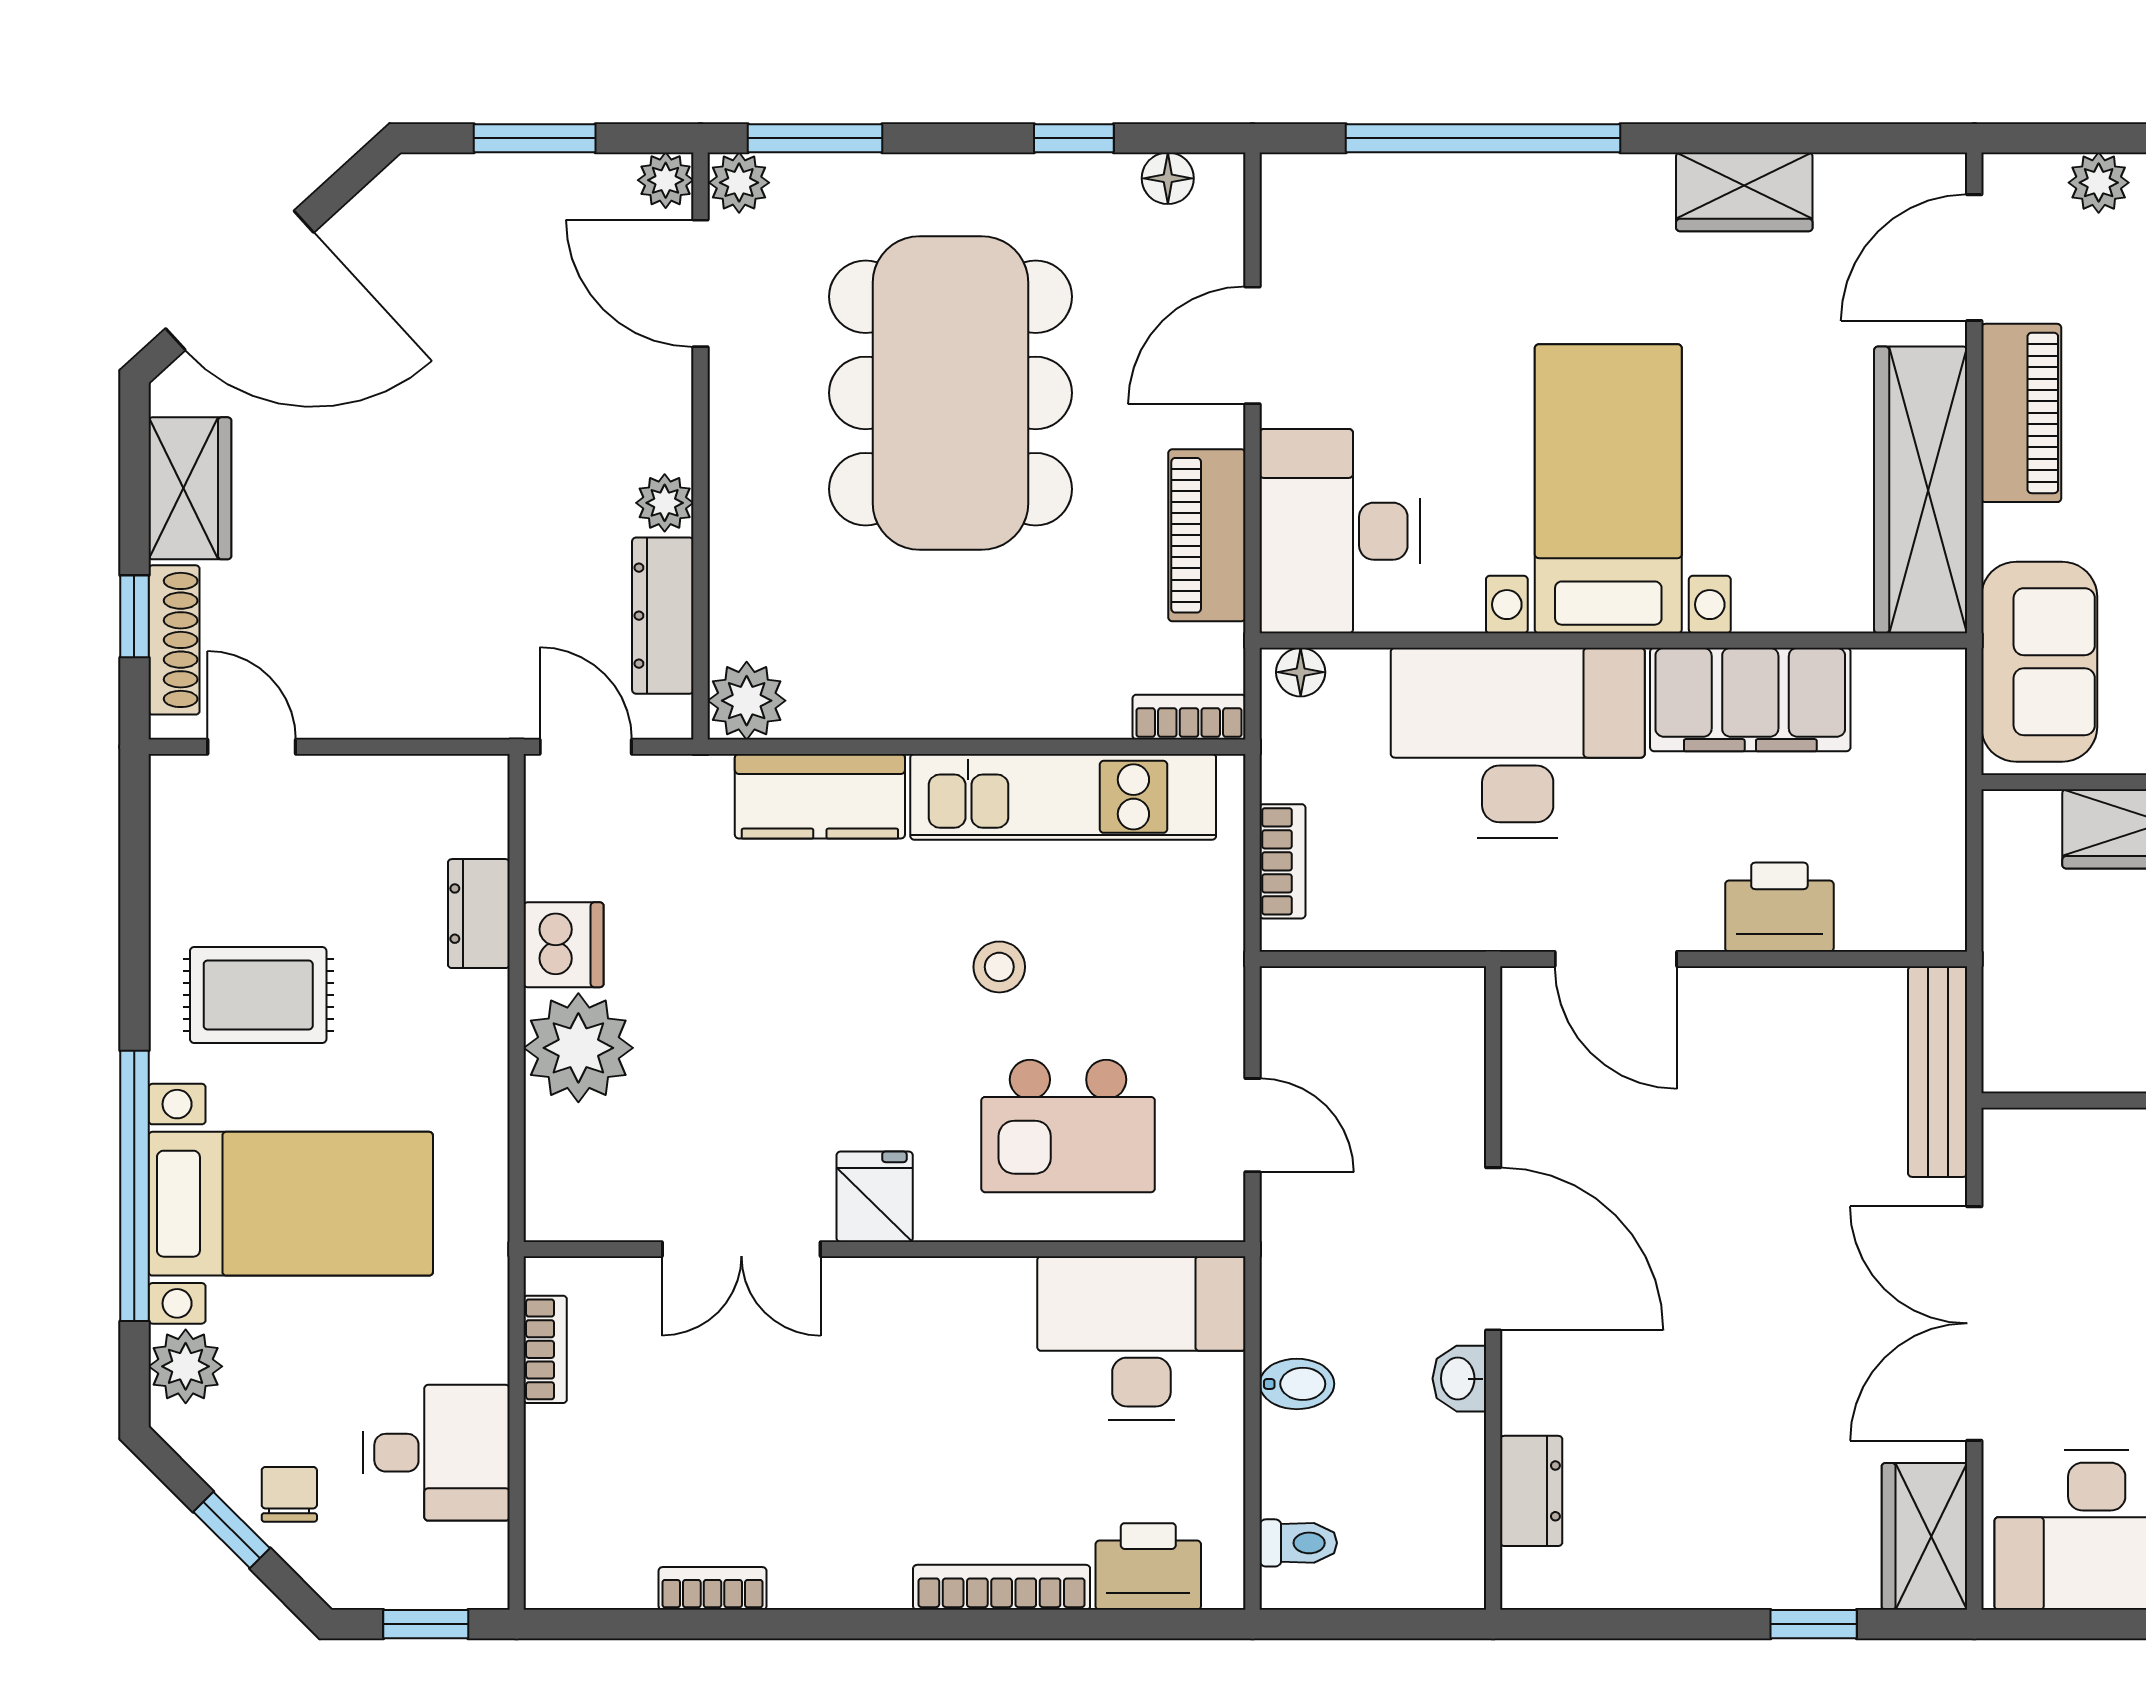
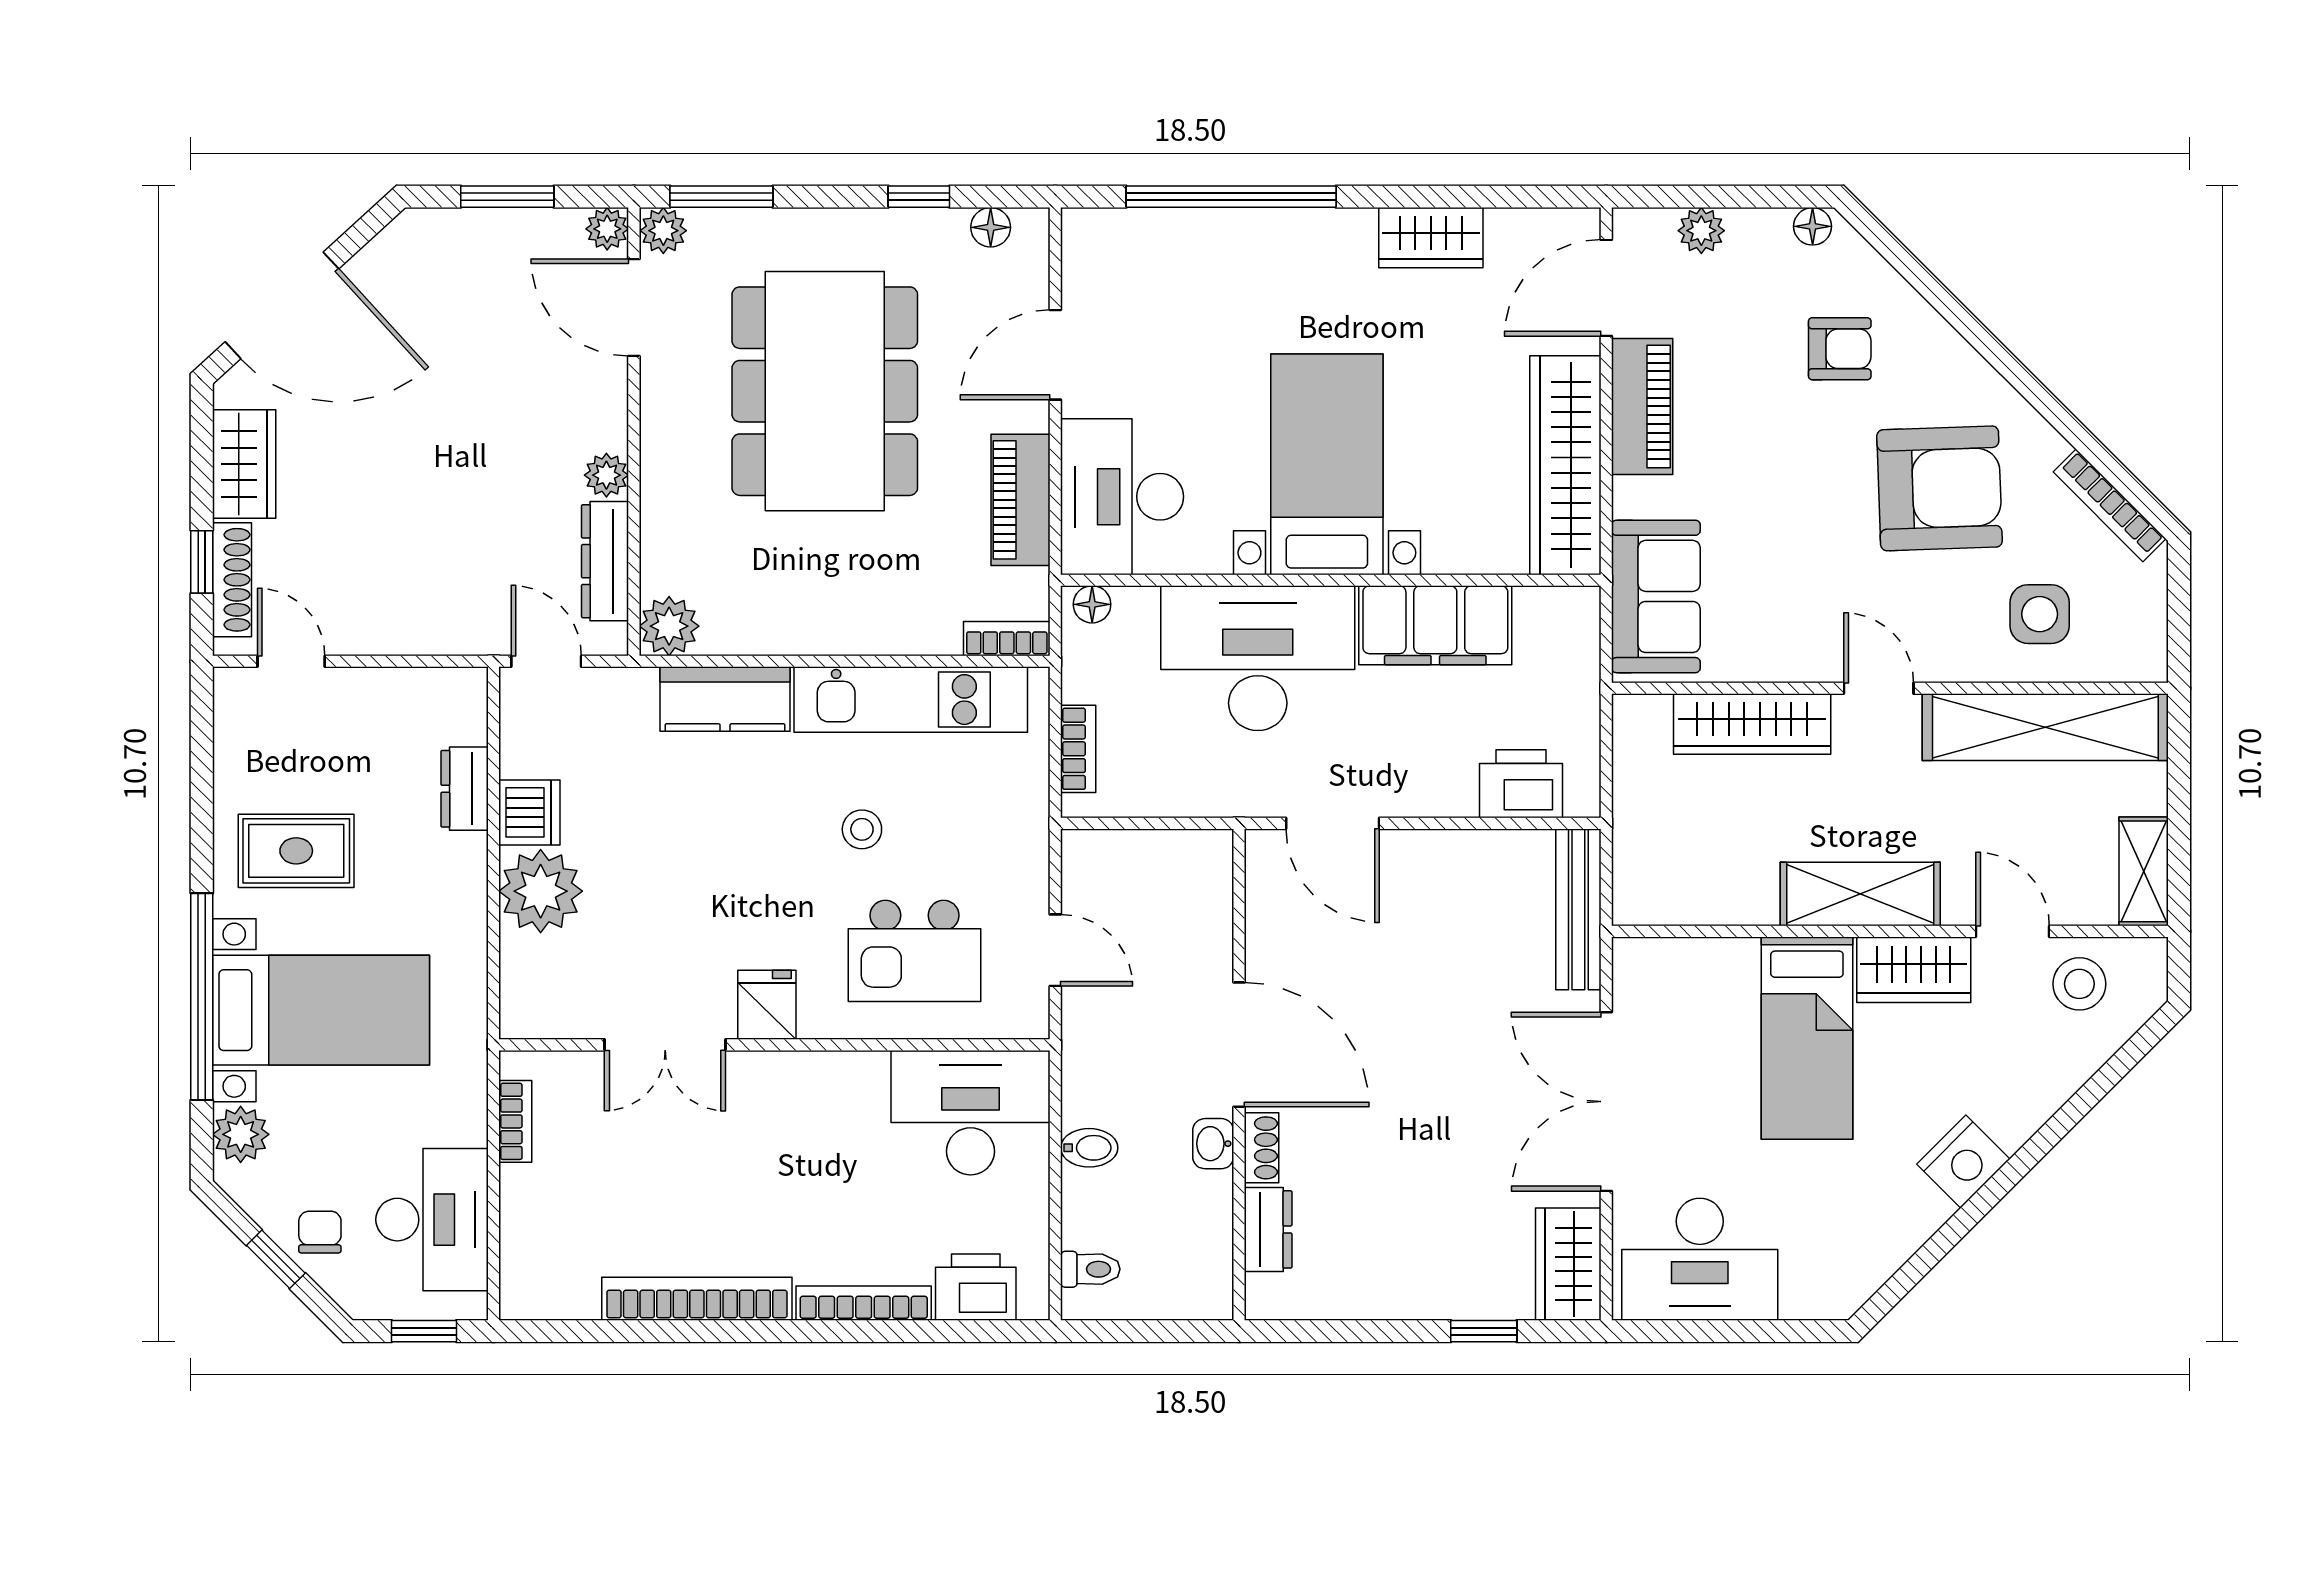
printer: (1779, 907) -> (1521, 784), moved
shoe rack: (1523, 1384) -> (1261, 1148), added
desk: (436, 1453) -> (432, 1220), width x1.37
bookcase: (713, 1588) -> (697, 1299), width x2.31, depth x1.31

